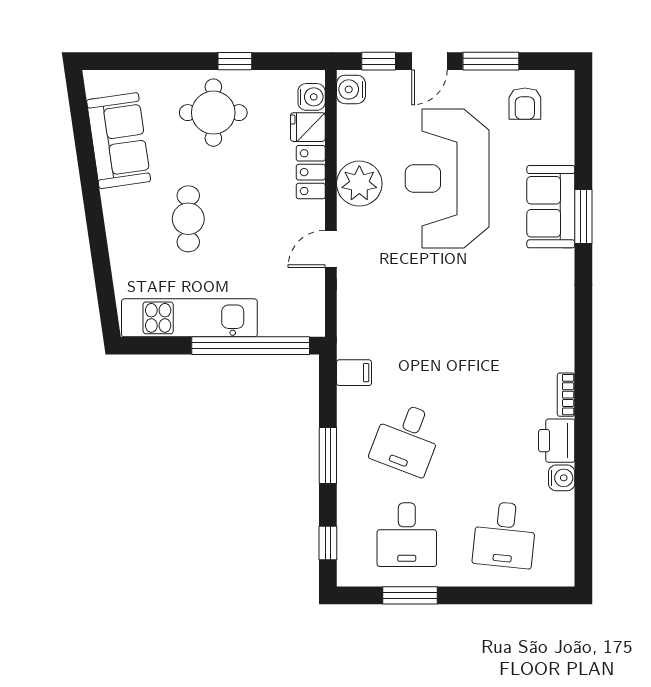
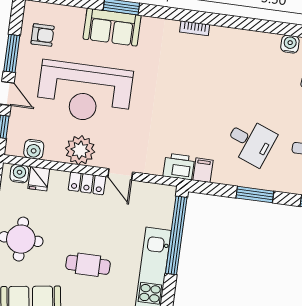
water cooler: (351, 89) -> (34, 149), moved
locker: (311, 172) -> (87, 183), moved
bookcase: (566, 395) -> (195, 28), moved
printer: (557, 441) -> (179, 166), moved, turned 180

